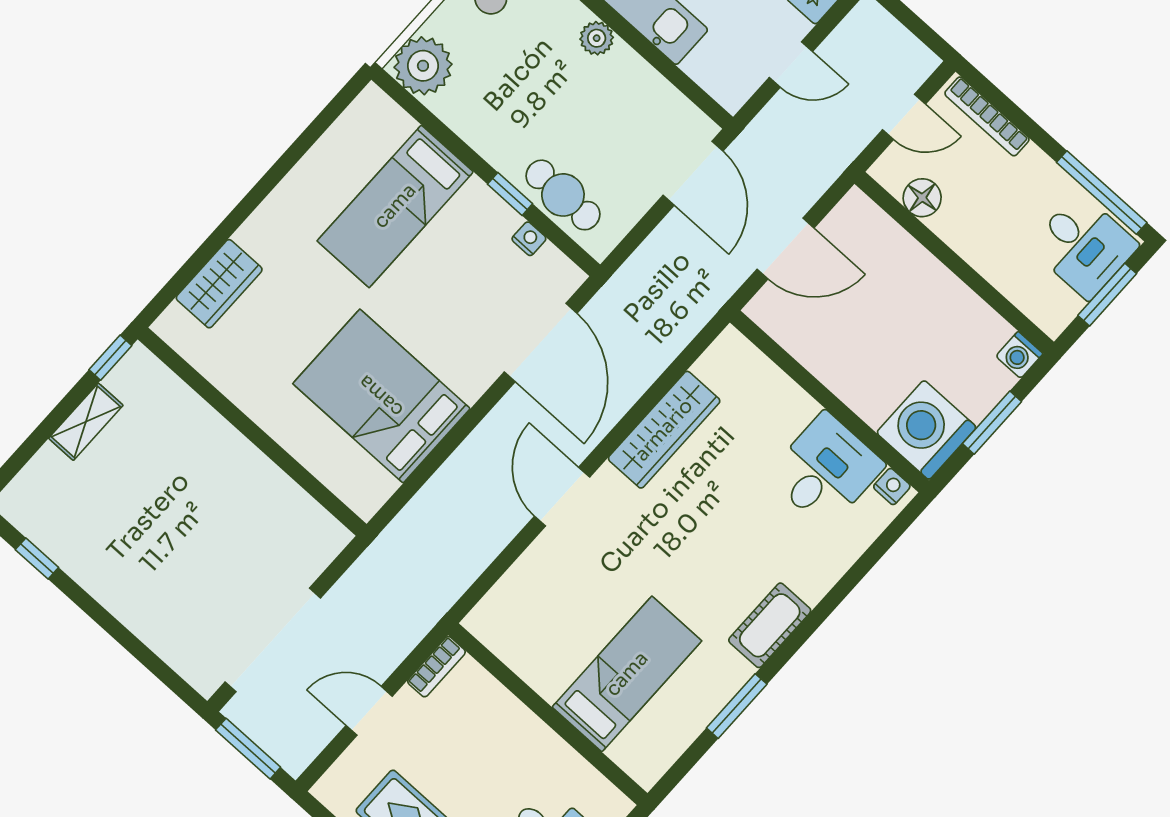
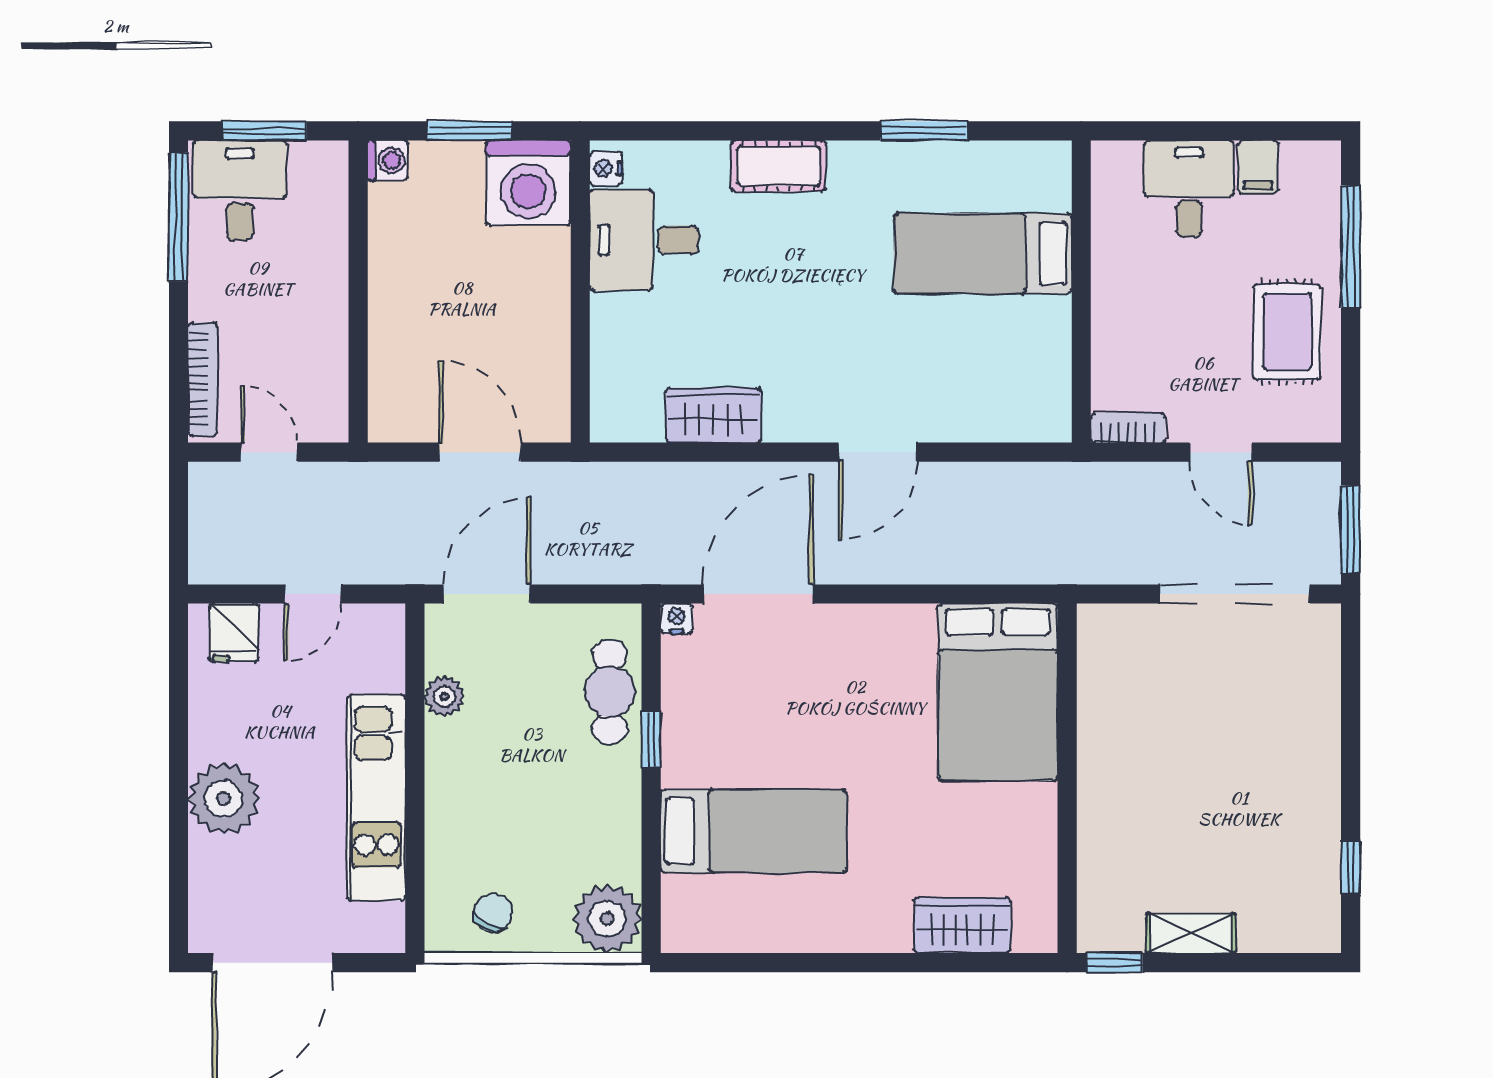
plant: (597, 38) -> (444, 697), moved
door: (791, 64) -> (313, 594), swing flipped
floor lamp: (922, 198) -> (326, 372), removed
nightstand: (529, 239) -> (677, 619), moved, turned 90
bed: (381, 396) -> (998, 692), moved
wardrobe: (664, 430) -> (713, 415), width x0.67
cot: (770, 625) -> (778, 166), moved

